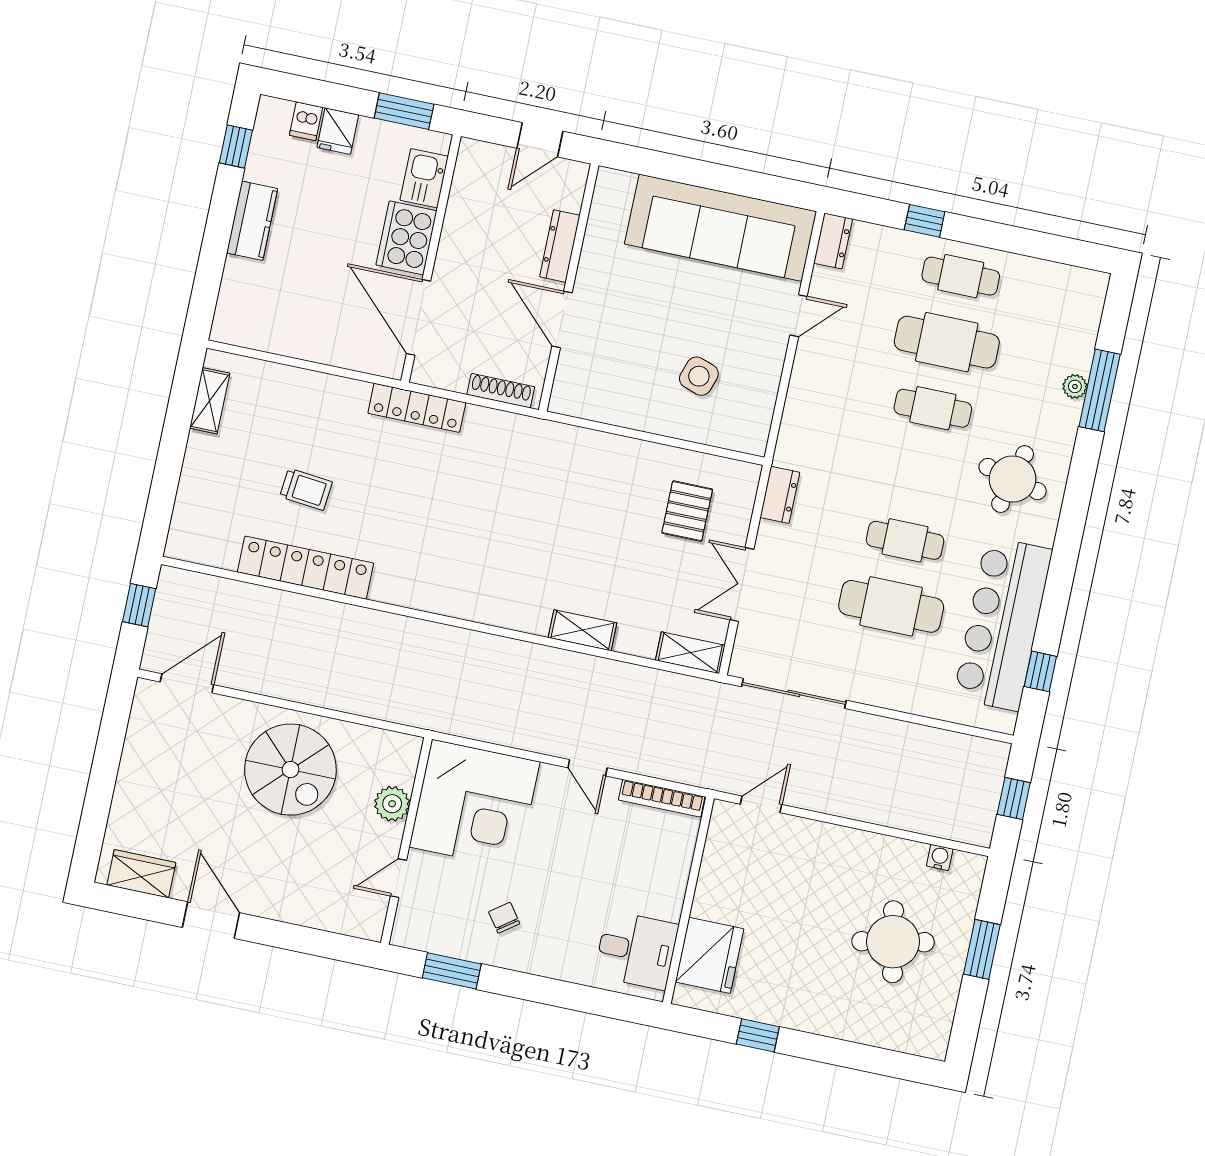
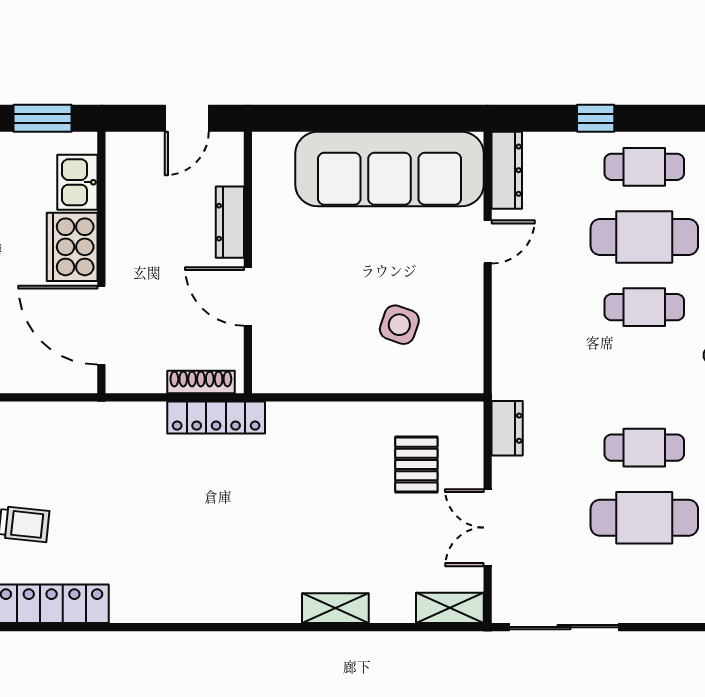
dresser: (833, 241) -> (507, 170), width x1.44
locker: (417, 408) -> (216, 417), moved

